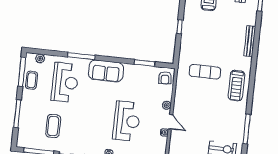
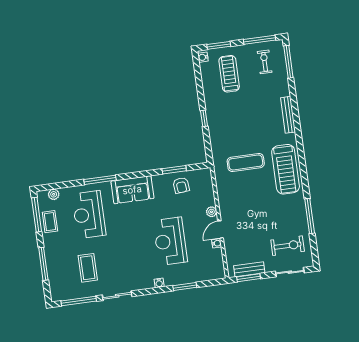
armchair: (165, 78) -> (181, 185), moved
reception desk: (65, 82) -> (89, 215), turned 180
treadmill: (236, 86) -> (286, 169), width x1.37, depth x1.38
reception desk: (127, 121) -> (170, 241), turned 180
door: (170, 122) -> (221, 229), swing flipped

